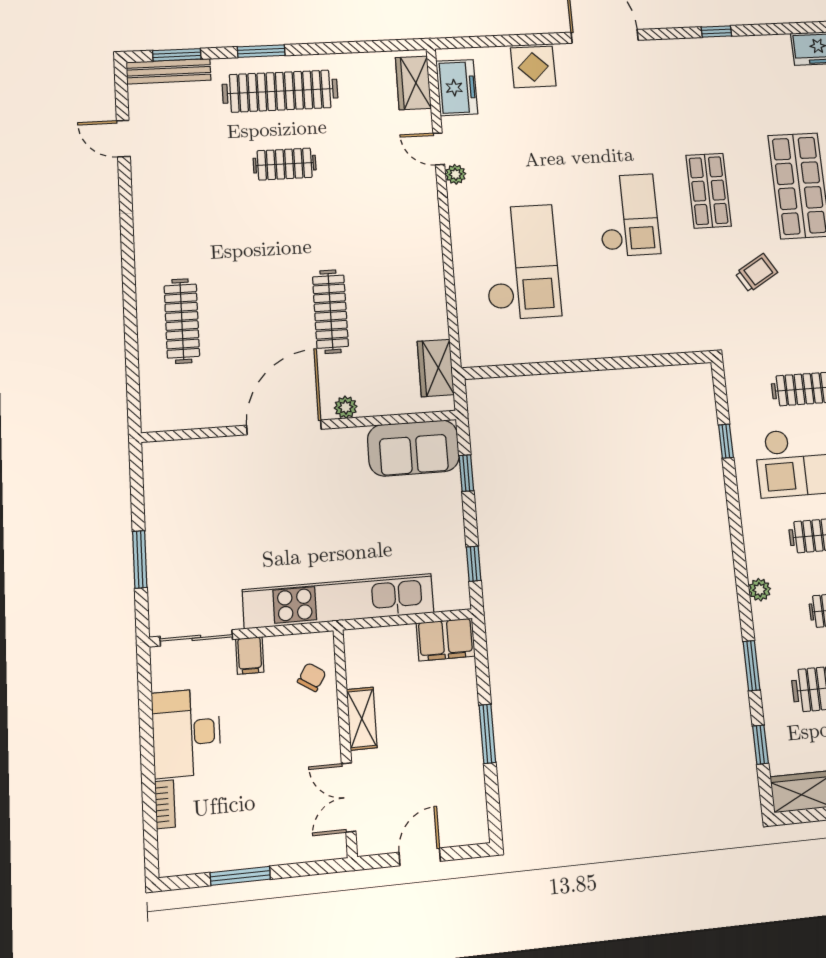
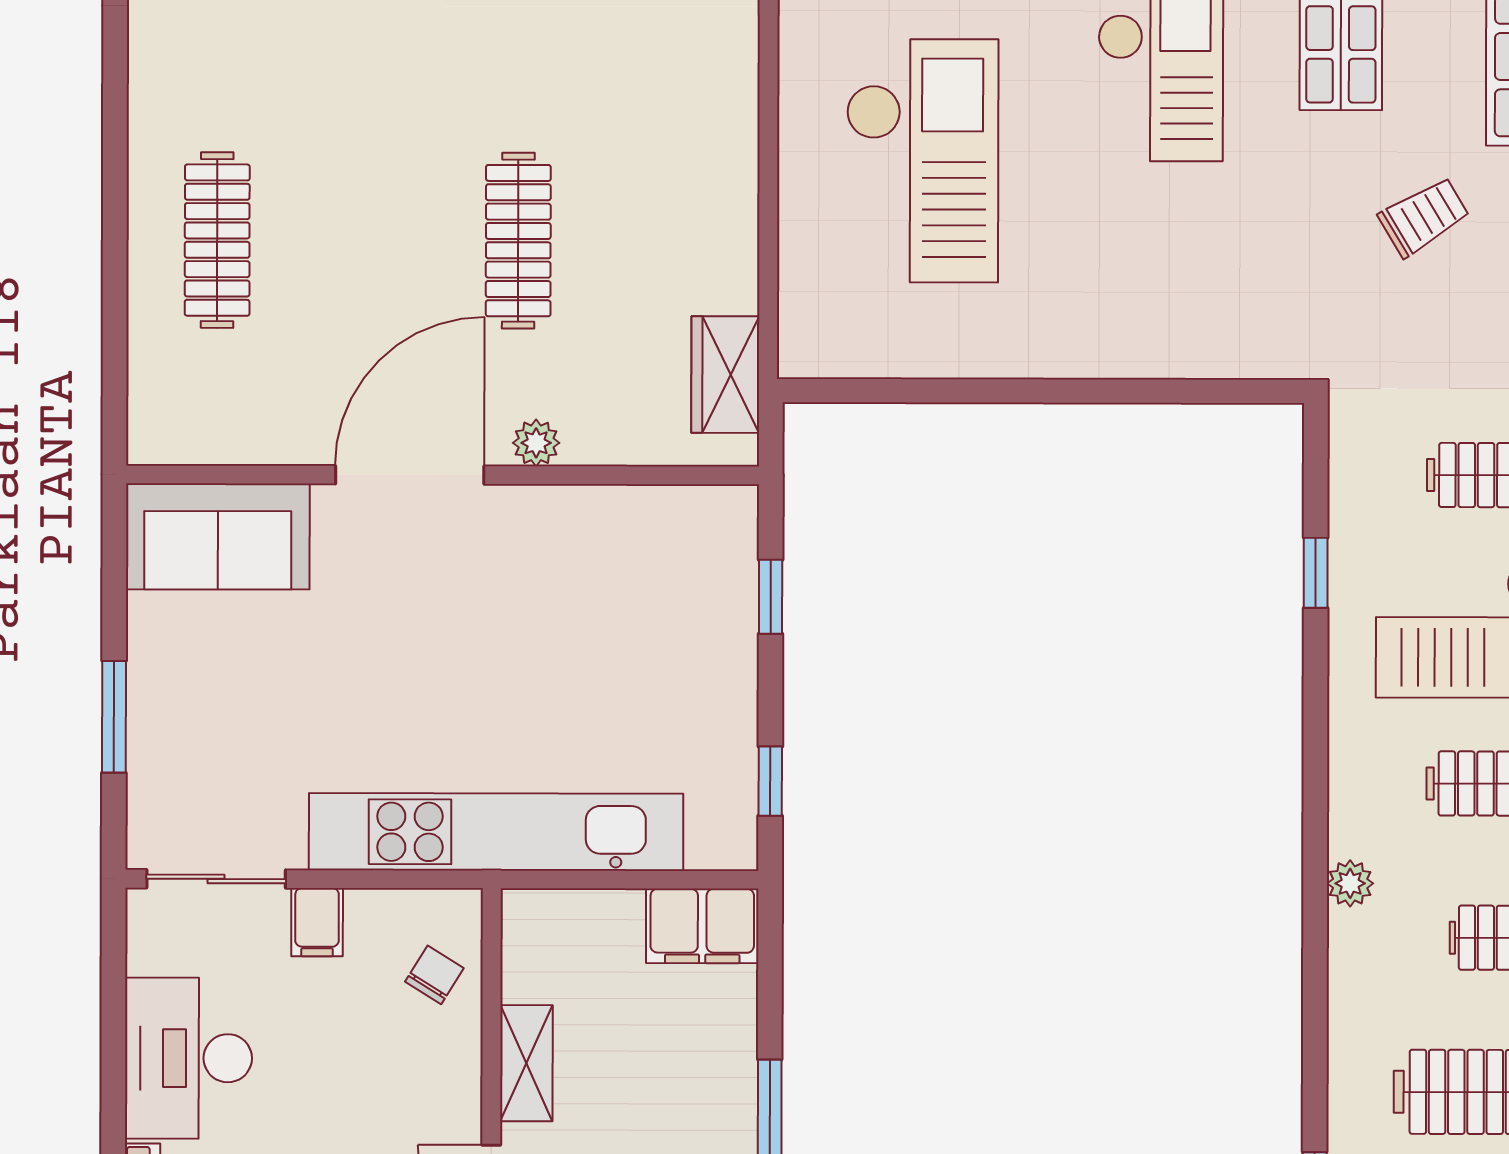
sofa: (413, 448) -> (218, 536), moved
window: (751, 666) -> (1315, 1033), removed

